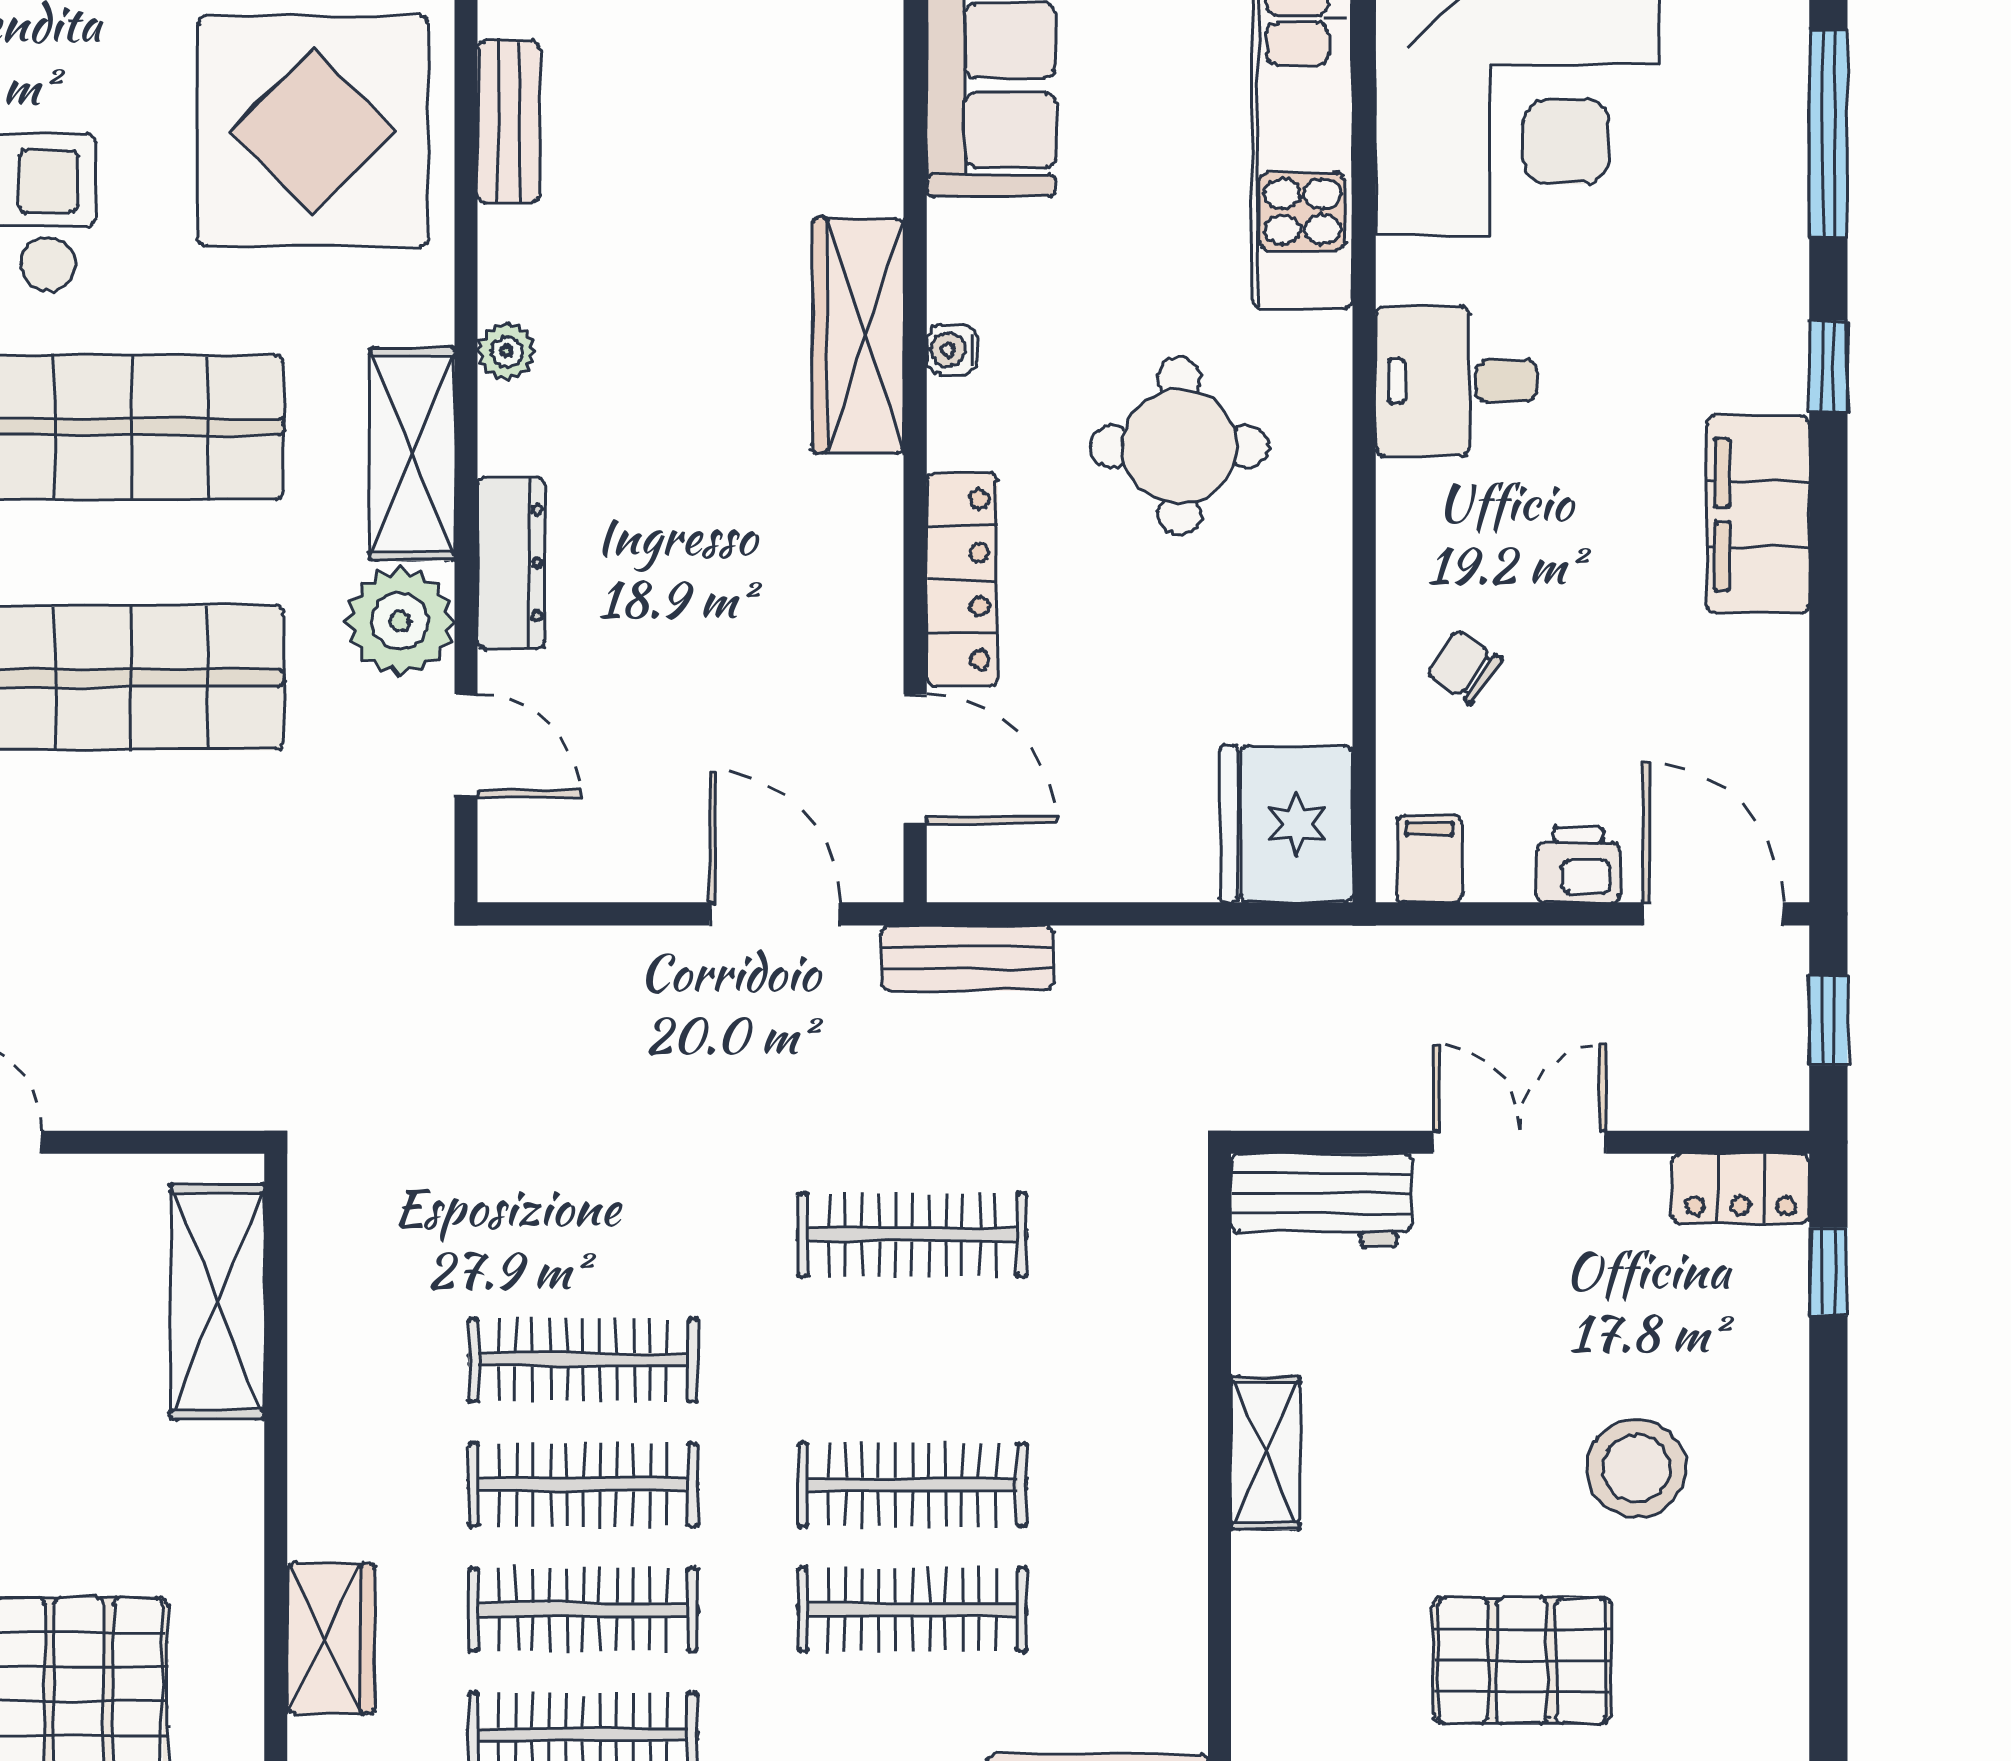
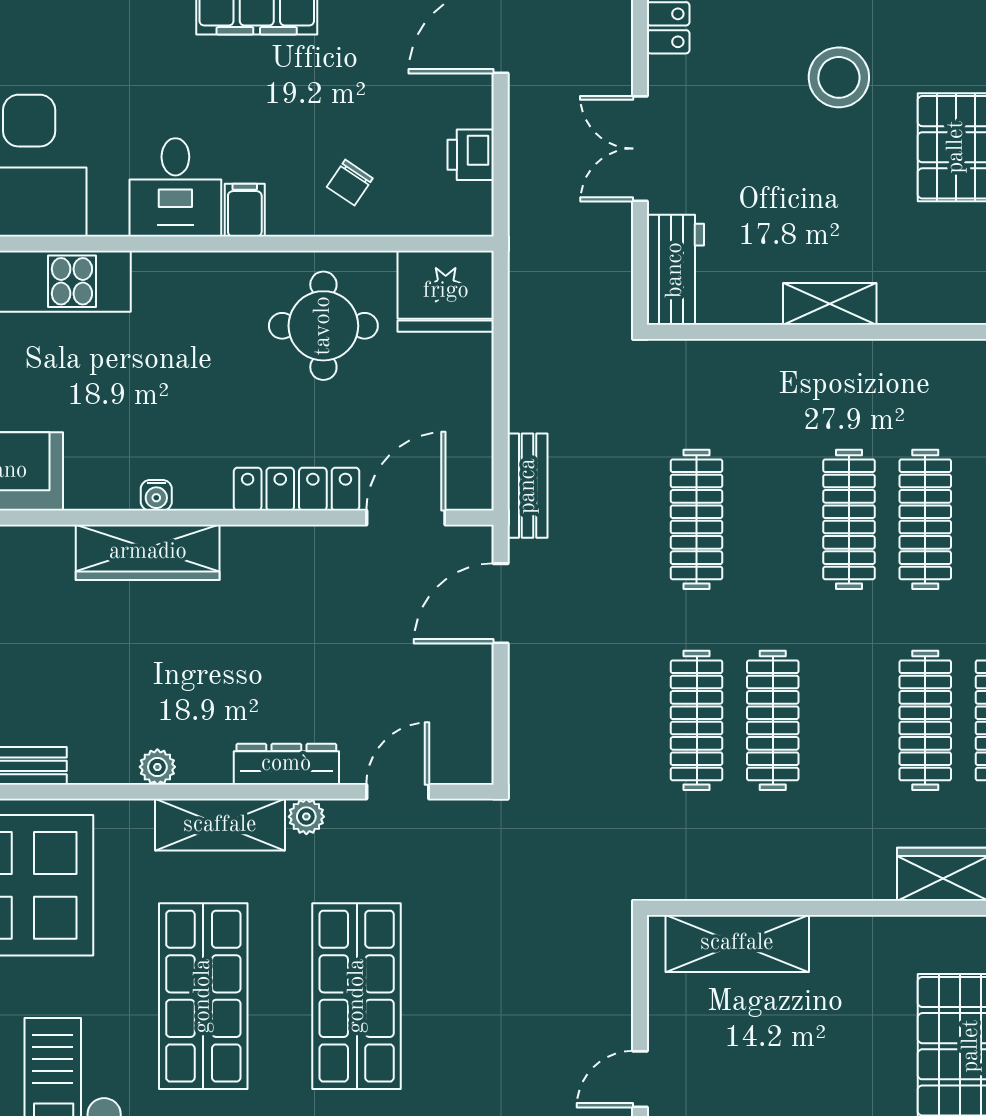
round table: (1179, 446) -> (323, 326), moved
plant: (400, 621) -> (306, 817), width x0.53, depth x0.53
filing cabinet: (1430, 859) -> (245, 210), moved, turned 90
printer: (1578, 865) -> (471, 155), moved
clothes rail: (583, 1485) -> (697, 720), moved

